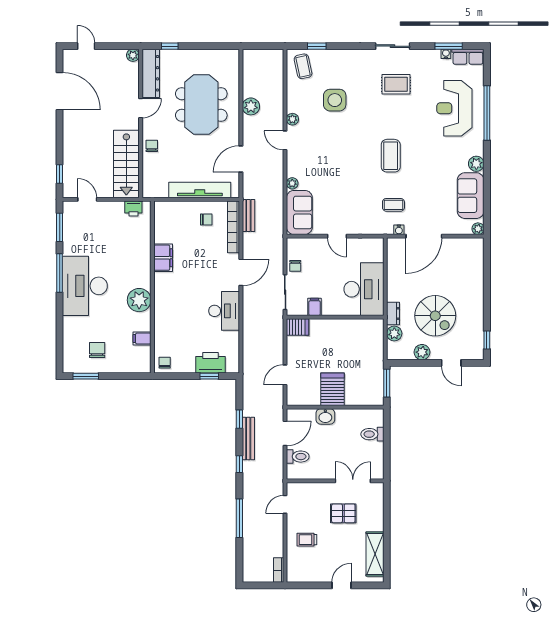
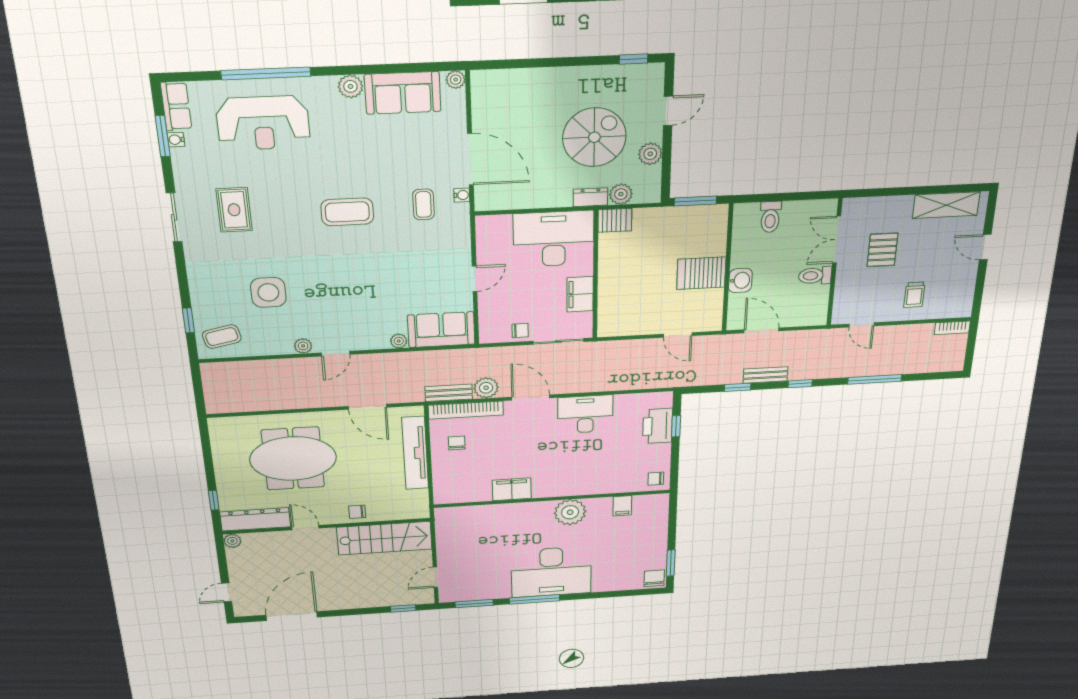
plant: (251, 106) -> (486, 388), moved
printer: (133, 208) -> (445, 527), removed
filing cabinet: (314, 307) -> (580, 294), width x2.00
server rack: (298, 327) -> (615, 220), moved, turned 90
chair: (97, 350) -> (654, 578), moved, turned 90
bench: (248, 439) -> (765, 375), width x0.73
toilet: (298, 457) -> (815, 276), moved, turned -90

